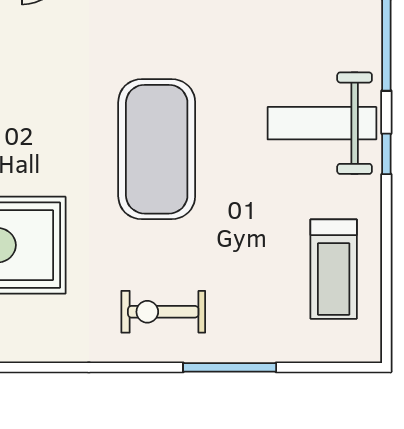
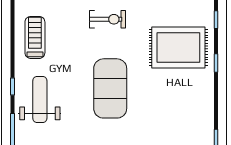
weight bench: (322, 123) -> (40, 99), turned -90

